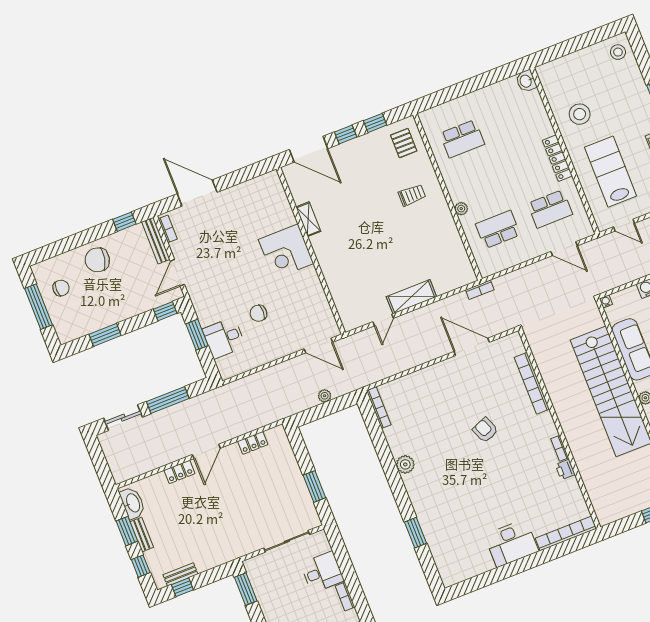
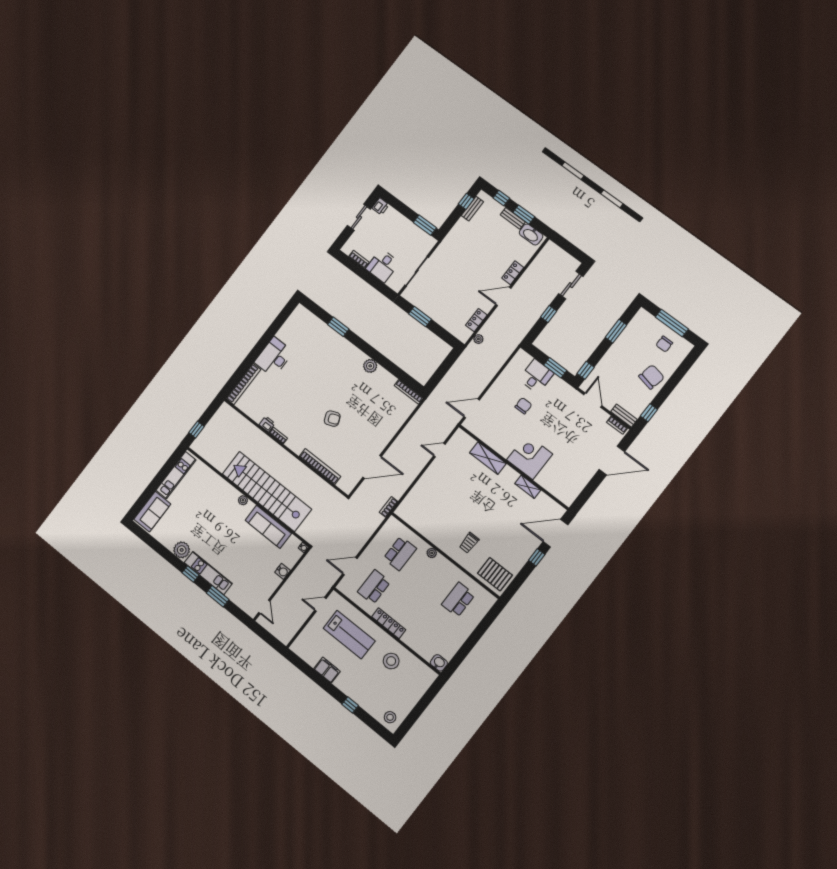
window: (375, 123) -> (522, 577), removed
pallet: (404, 143) -> (495, 574), width x1.50, depth x1.42
bench: (156, 241) -> (624, 416), width x0.73
shelving: (411, 297) -> (488, 458), moved, turned 90
door: (383, 320) -> (439, 450), hinge flipped
plant: (325, 396) -> (478, 339), moved
window: (168, 400) -> (549, 314), width x0.46
door: (206, 451) -> (503, 296), hinge flipped

